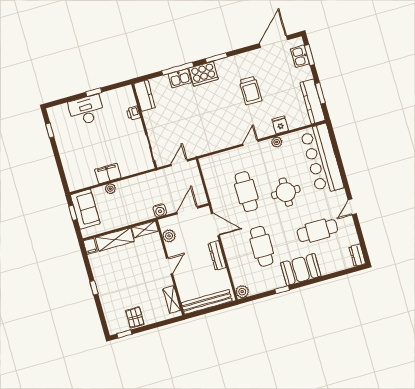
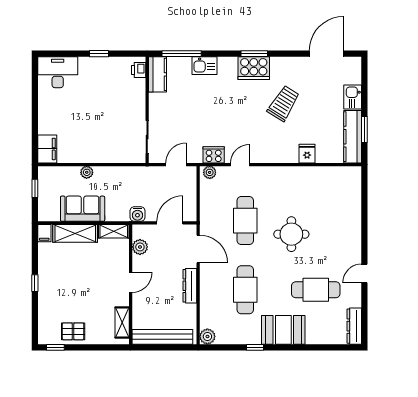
window: (310, 55) -> (364, 81), removed
kitchen sink: (300, 56) -> (353, 97), moved
window: (178, 69) -> (182, 54), moved
cooker: (203, 74) -> (254, 68), moved
trolley: (251, 91) -> (283, 103), turned -148
desk: (86, 110) -> (58, 72), moved
printer: (133, 113) -> (139, 70), moved
window: (50, 130) -> (35, 84), removed
plant: (277, 142) -> (210, 172), moved
door: (250, 143) -> (240, 165), moved
cooker: (207, 147) -> (214, 155), added
bar counter: (322, 159) -> (345, 207), removed
filing cabinet: (108, 173) -> (47, 149), moved, turned 90
sofa: (85, 209) -> (83, 209), moved, turned -90
dresser: (357, 255) -> (354, 326), width x1.44
pallet: (135, 317) -> (73, 331), turned 90

